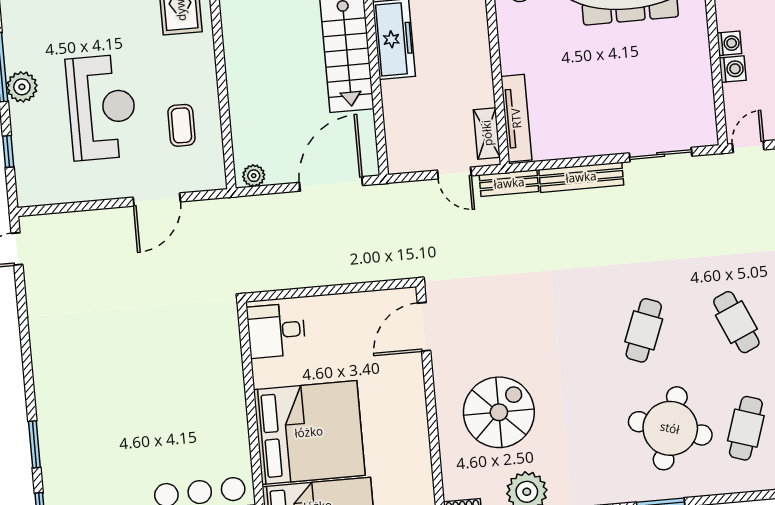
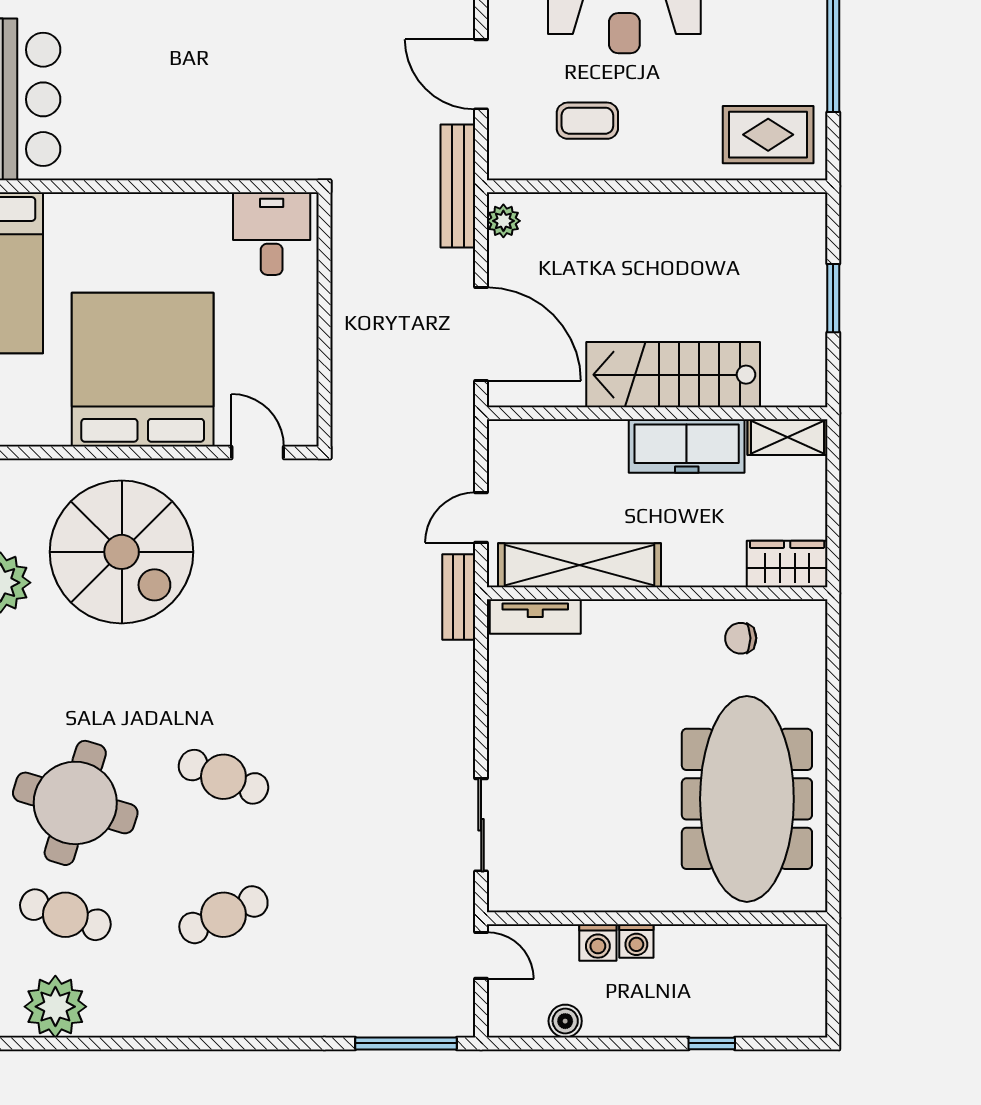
tv unit: (516, 118) -> (535, 616), width x0.71
shelving: (487, 133) -> (579, 565), width x2.20, depth x1.33
bench: (581, 177) -> (458, 186), moved
door: (424, 327) -> (258, 452), width x0.73
spiral stairs: (499, 412) -> (122, 552), width x1.37, depth x1.37
bed: (309, 432) -> (143, 370), moved, turned 180

